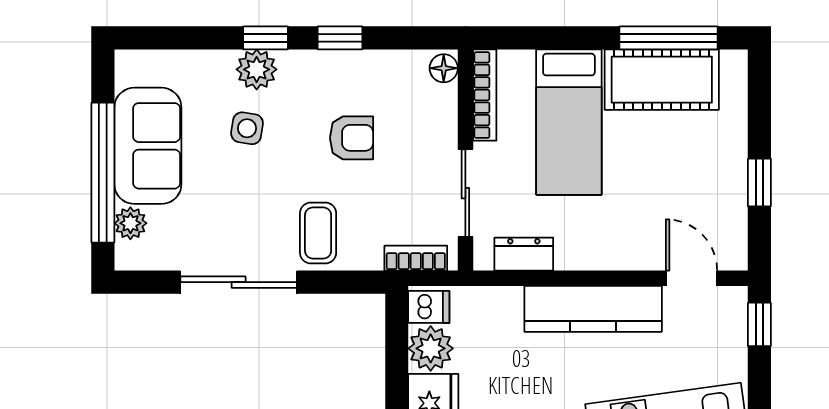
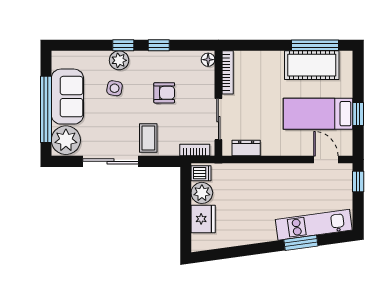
bed: (569, 122) -> (318, 114), moved, turned 90
plant: (130, 223) -> (66, 140), width x1.88, depth x1.88
kitchen counter: (593, 309) -> (279, 174), removed

